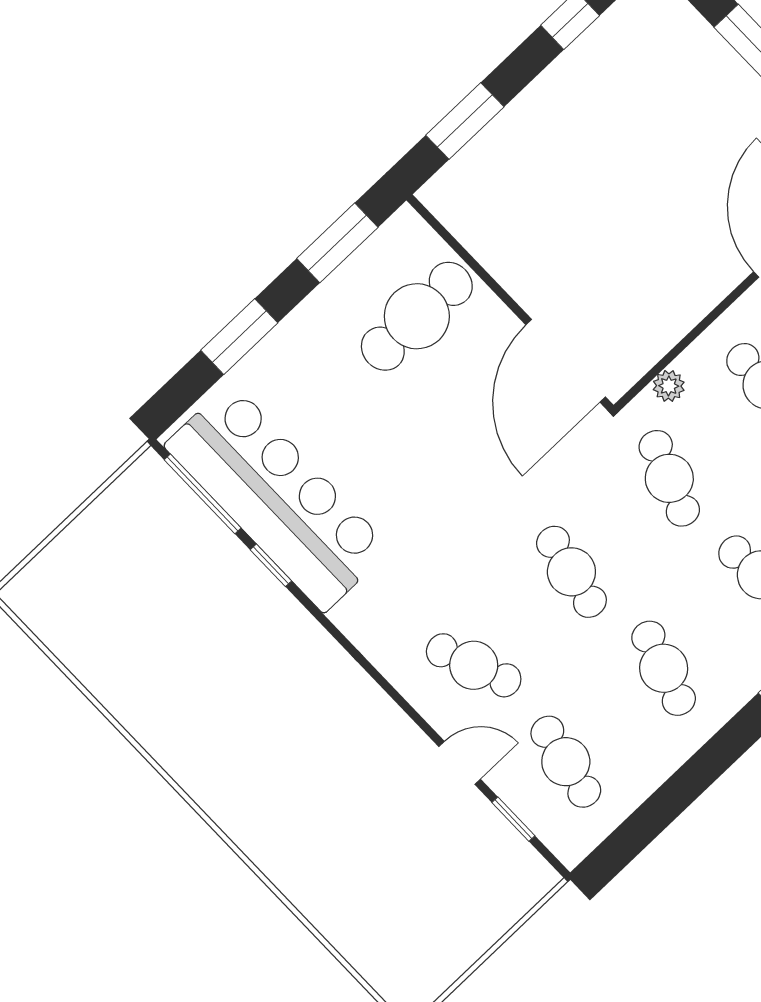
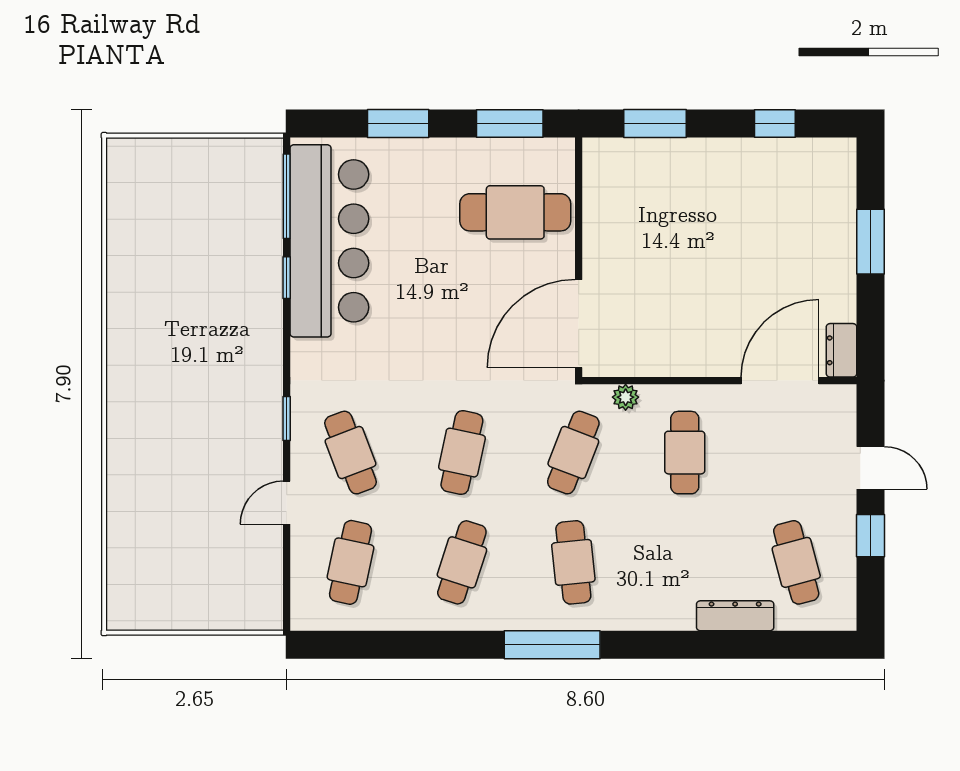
door: (460, 763) -> (287, 503), swing flipped
window: (513, 819) -> (287, 418), moved

